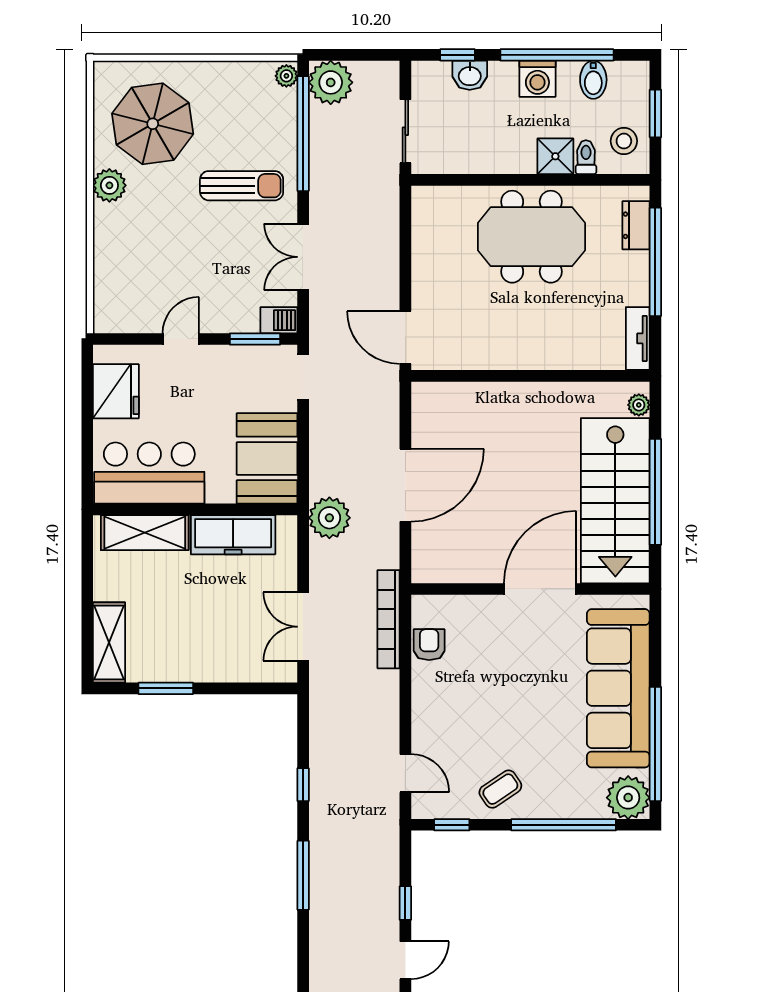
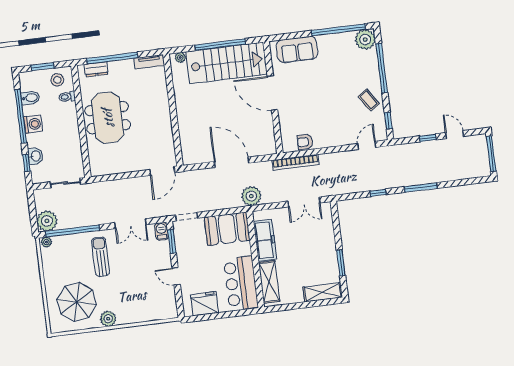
shower: (555, 156) -> (68, 111), removed
sofa: (618, 688) -> (297, 49), width x0.54, depth x0.79

